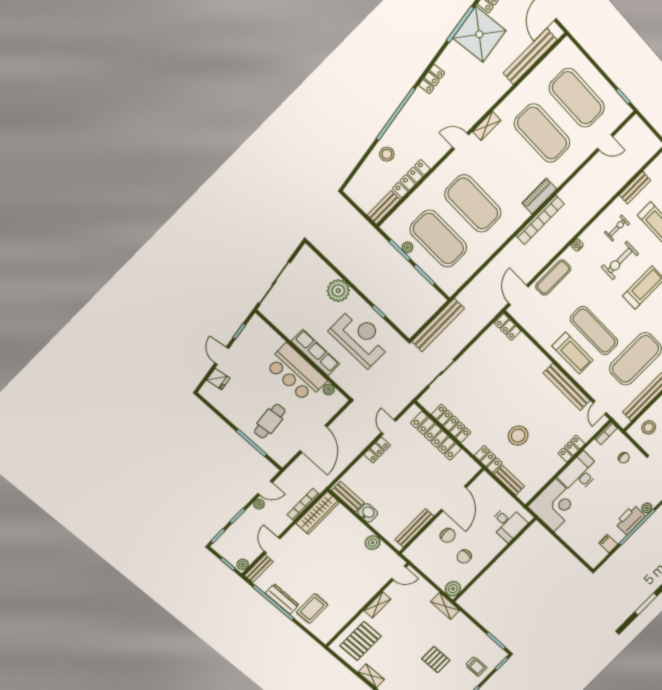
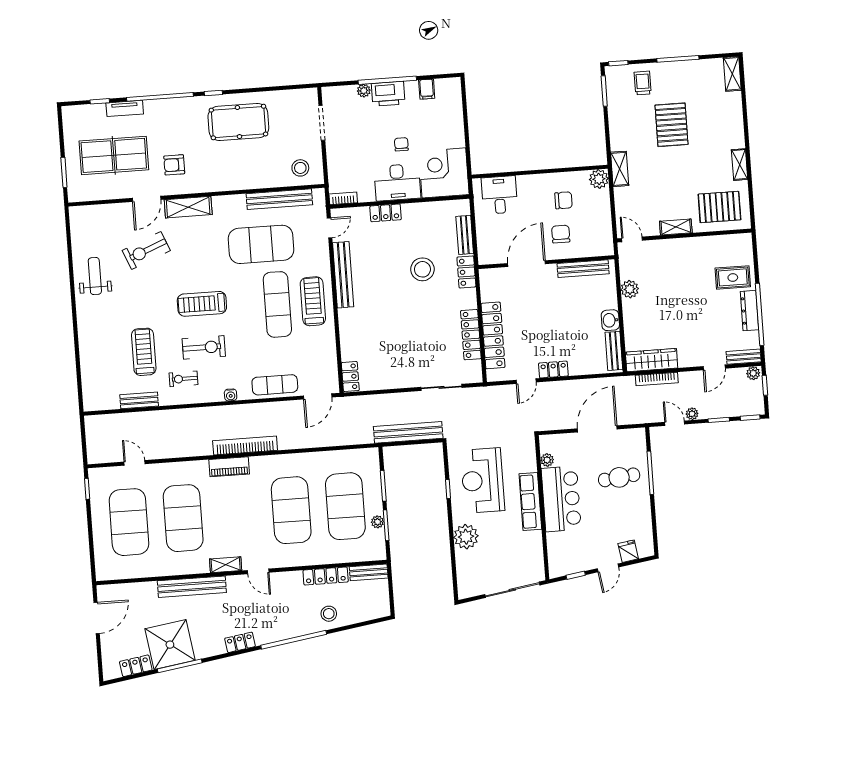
bench: (530, 56) -> (192, 587), moved
chair: (624, 458) -> (401, 144), moved
pallet: (436, 660) -> (672, 125), width x1.50, depth x1.42

